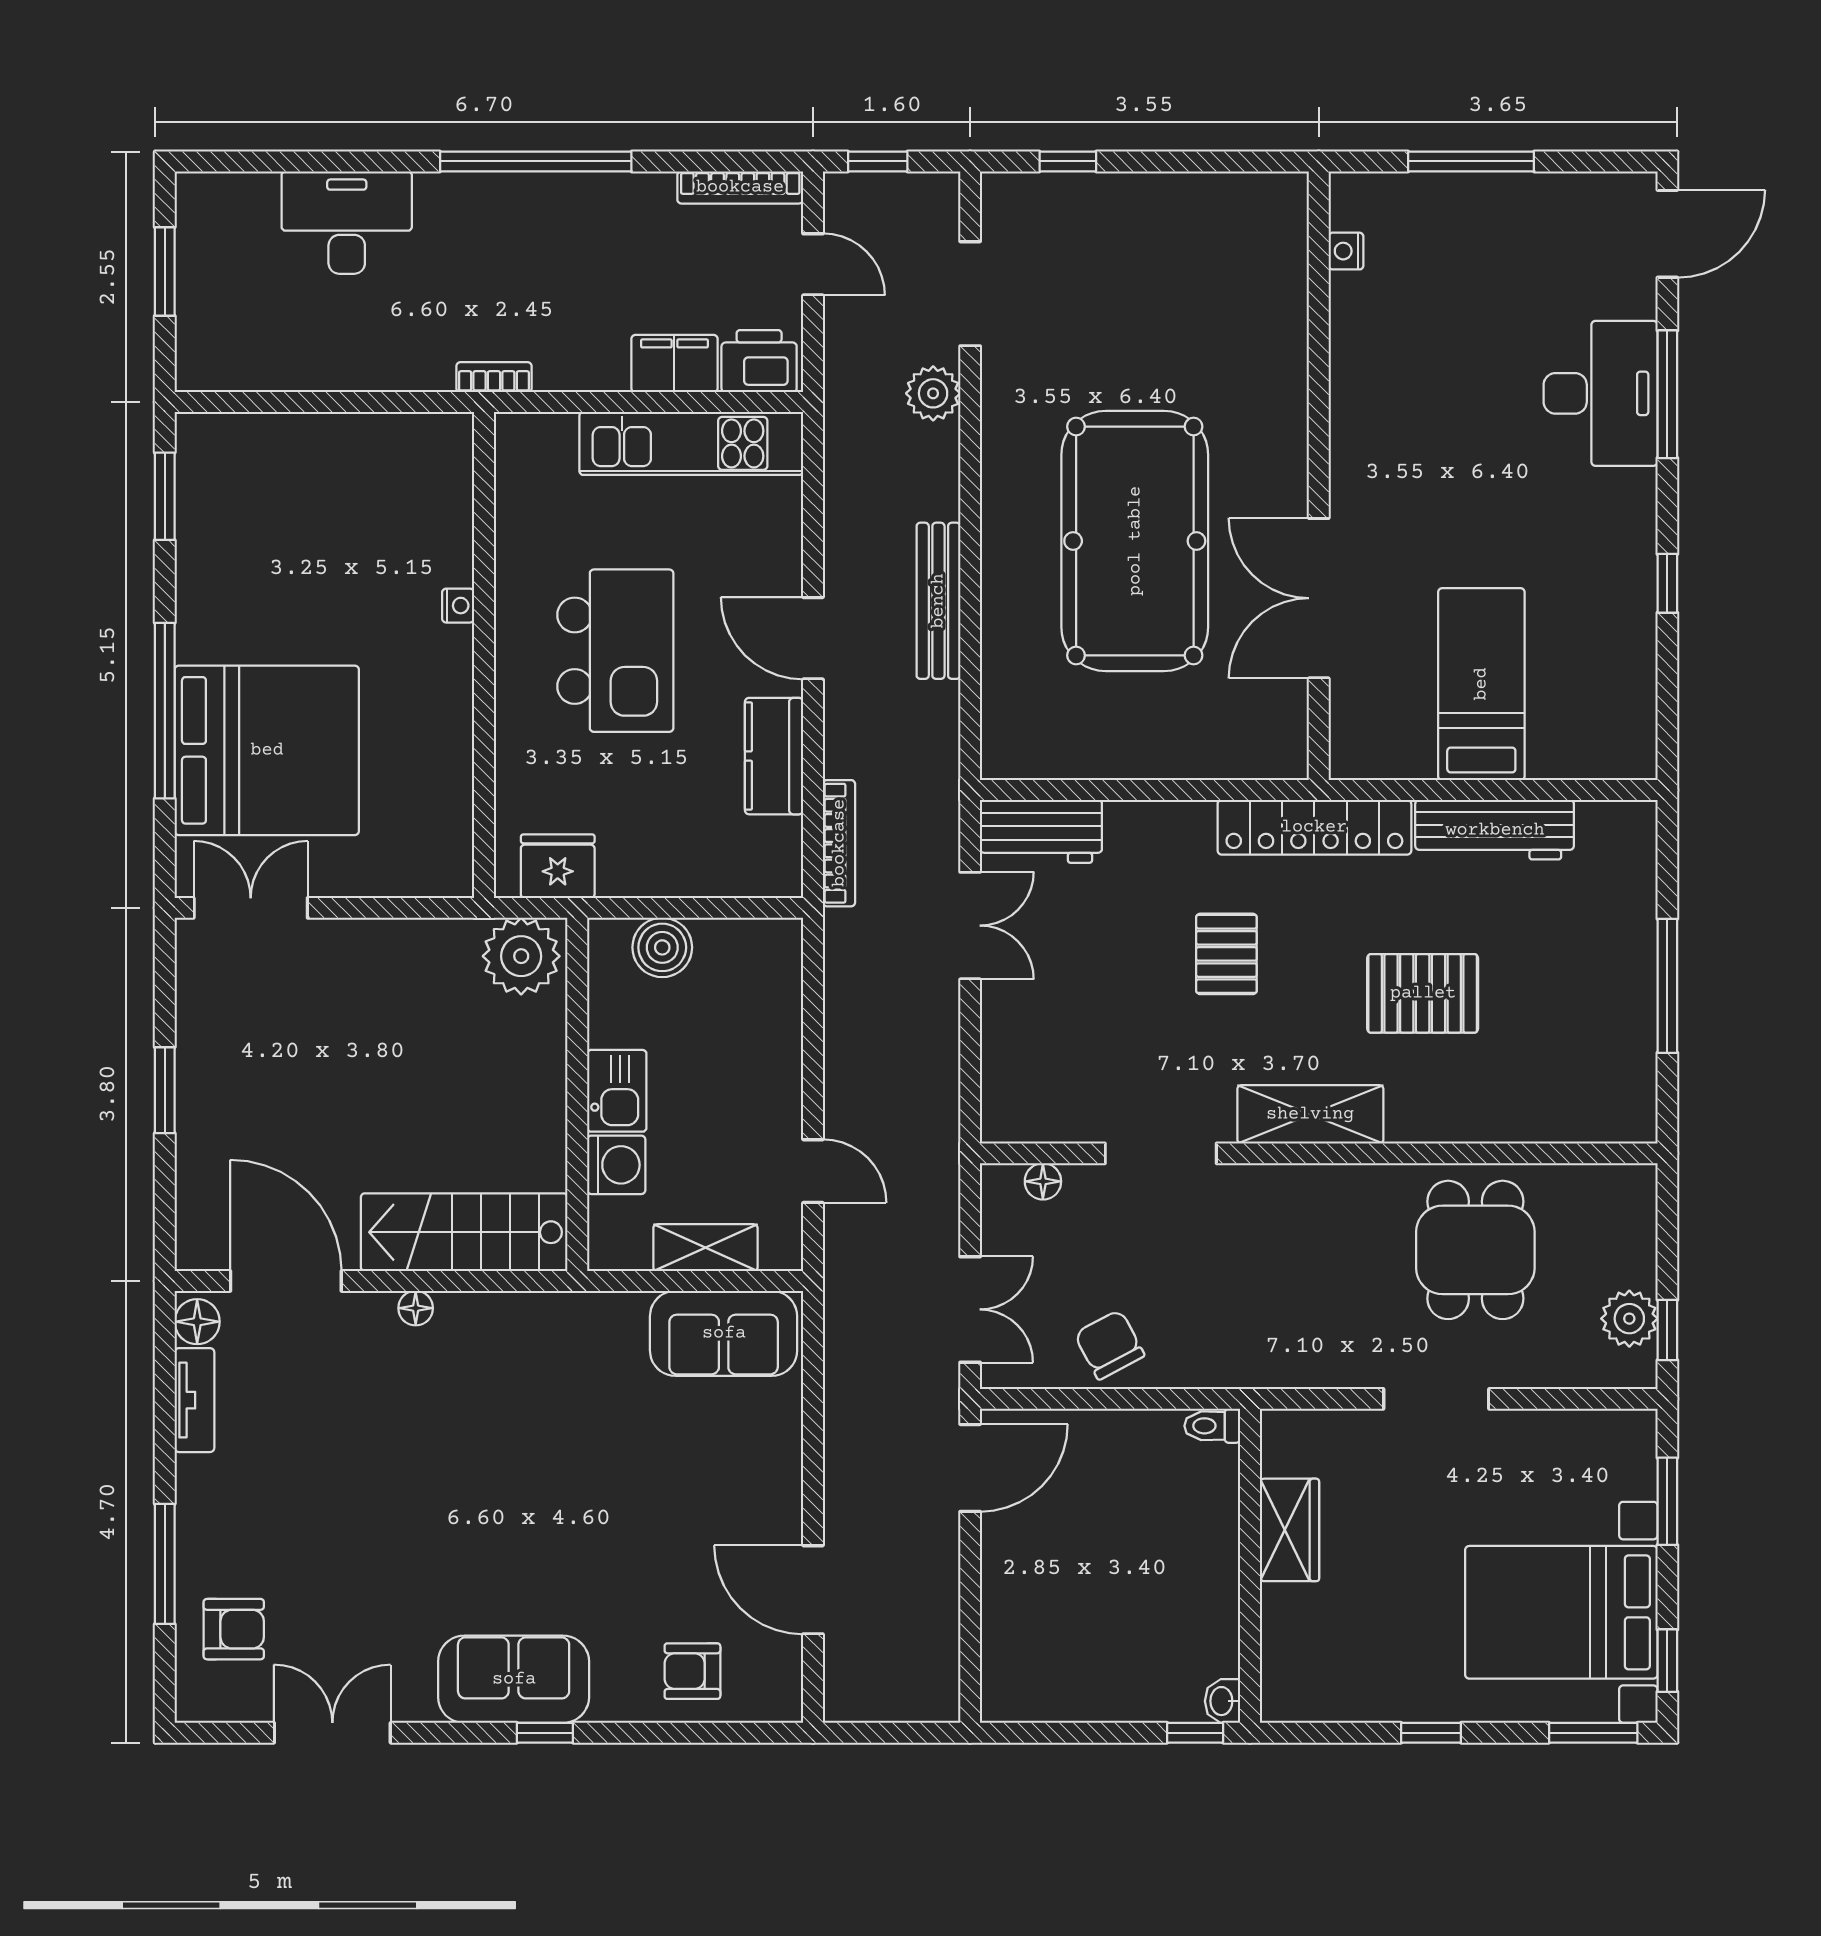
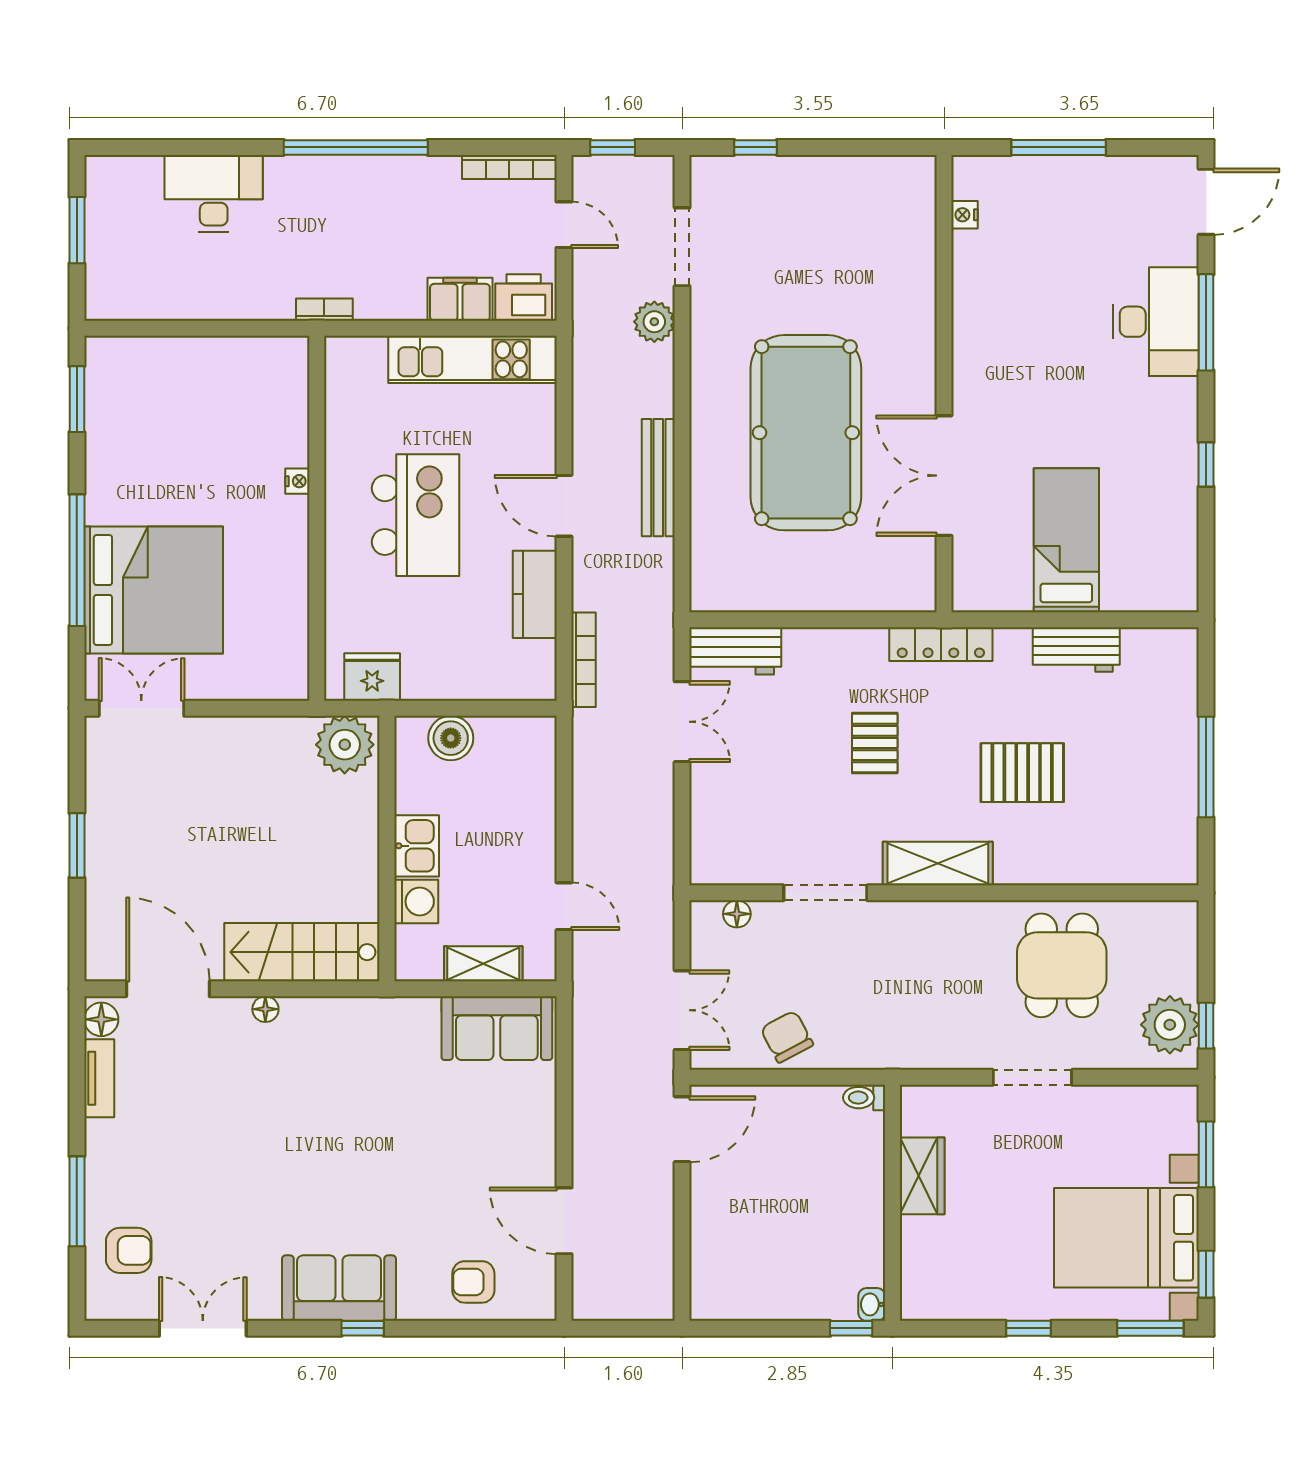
locker: (1314, 827) -> (941, 644), width x0.71, depth x0.83
workbench: (1495, 830) -> (1076, 650), width x0.73
plant: (1629, 1319) -> (1170, 1025), width x1.36, depth x1.36

